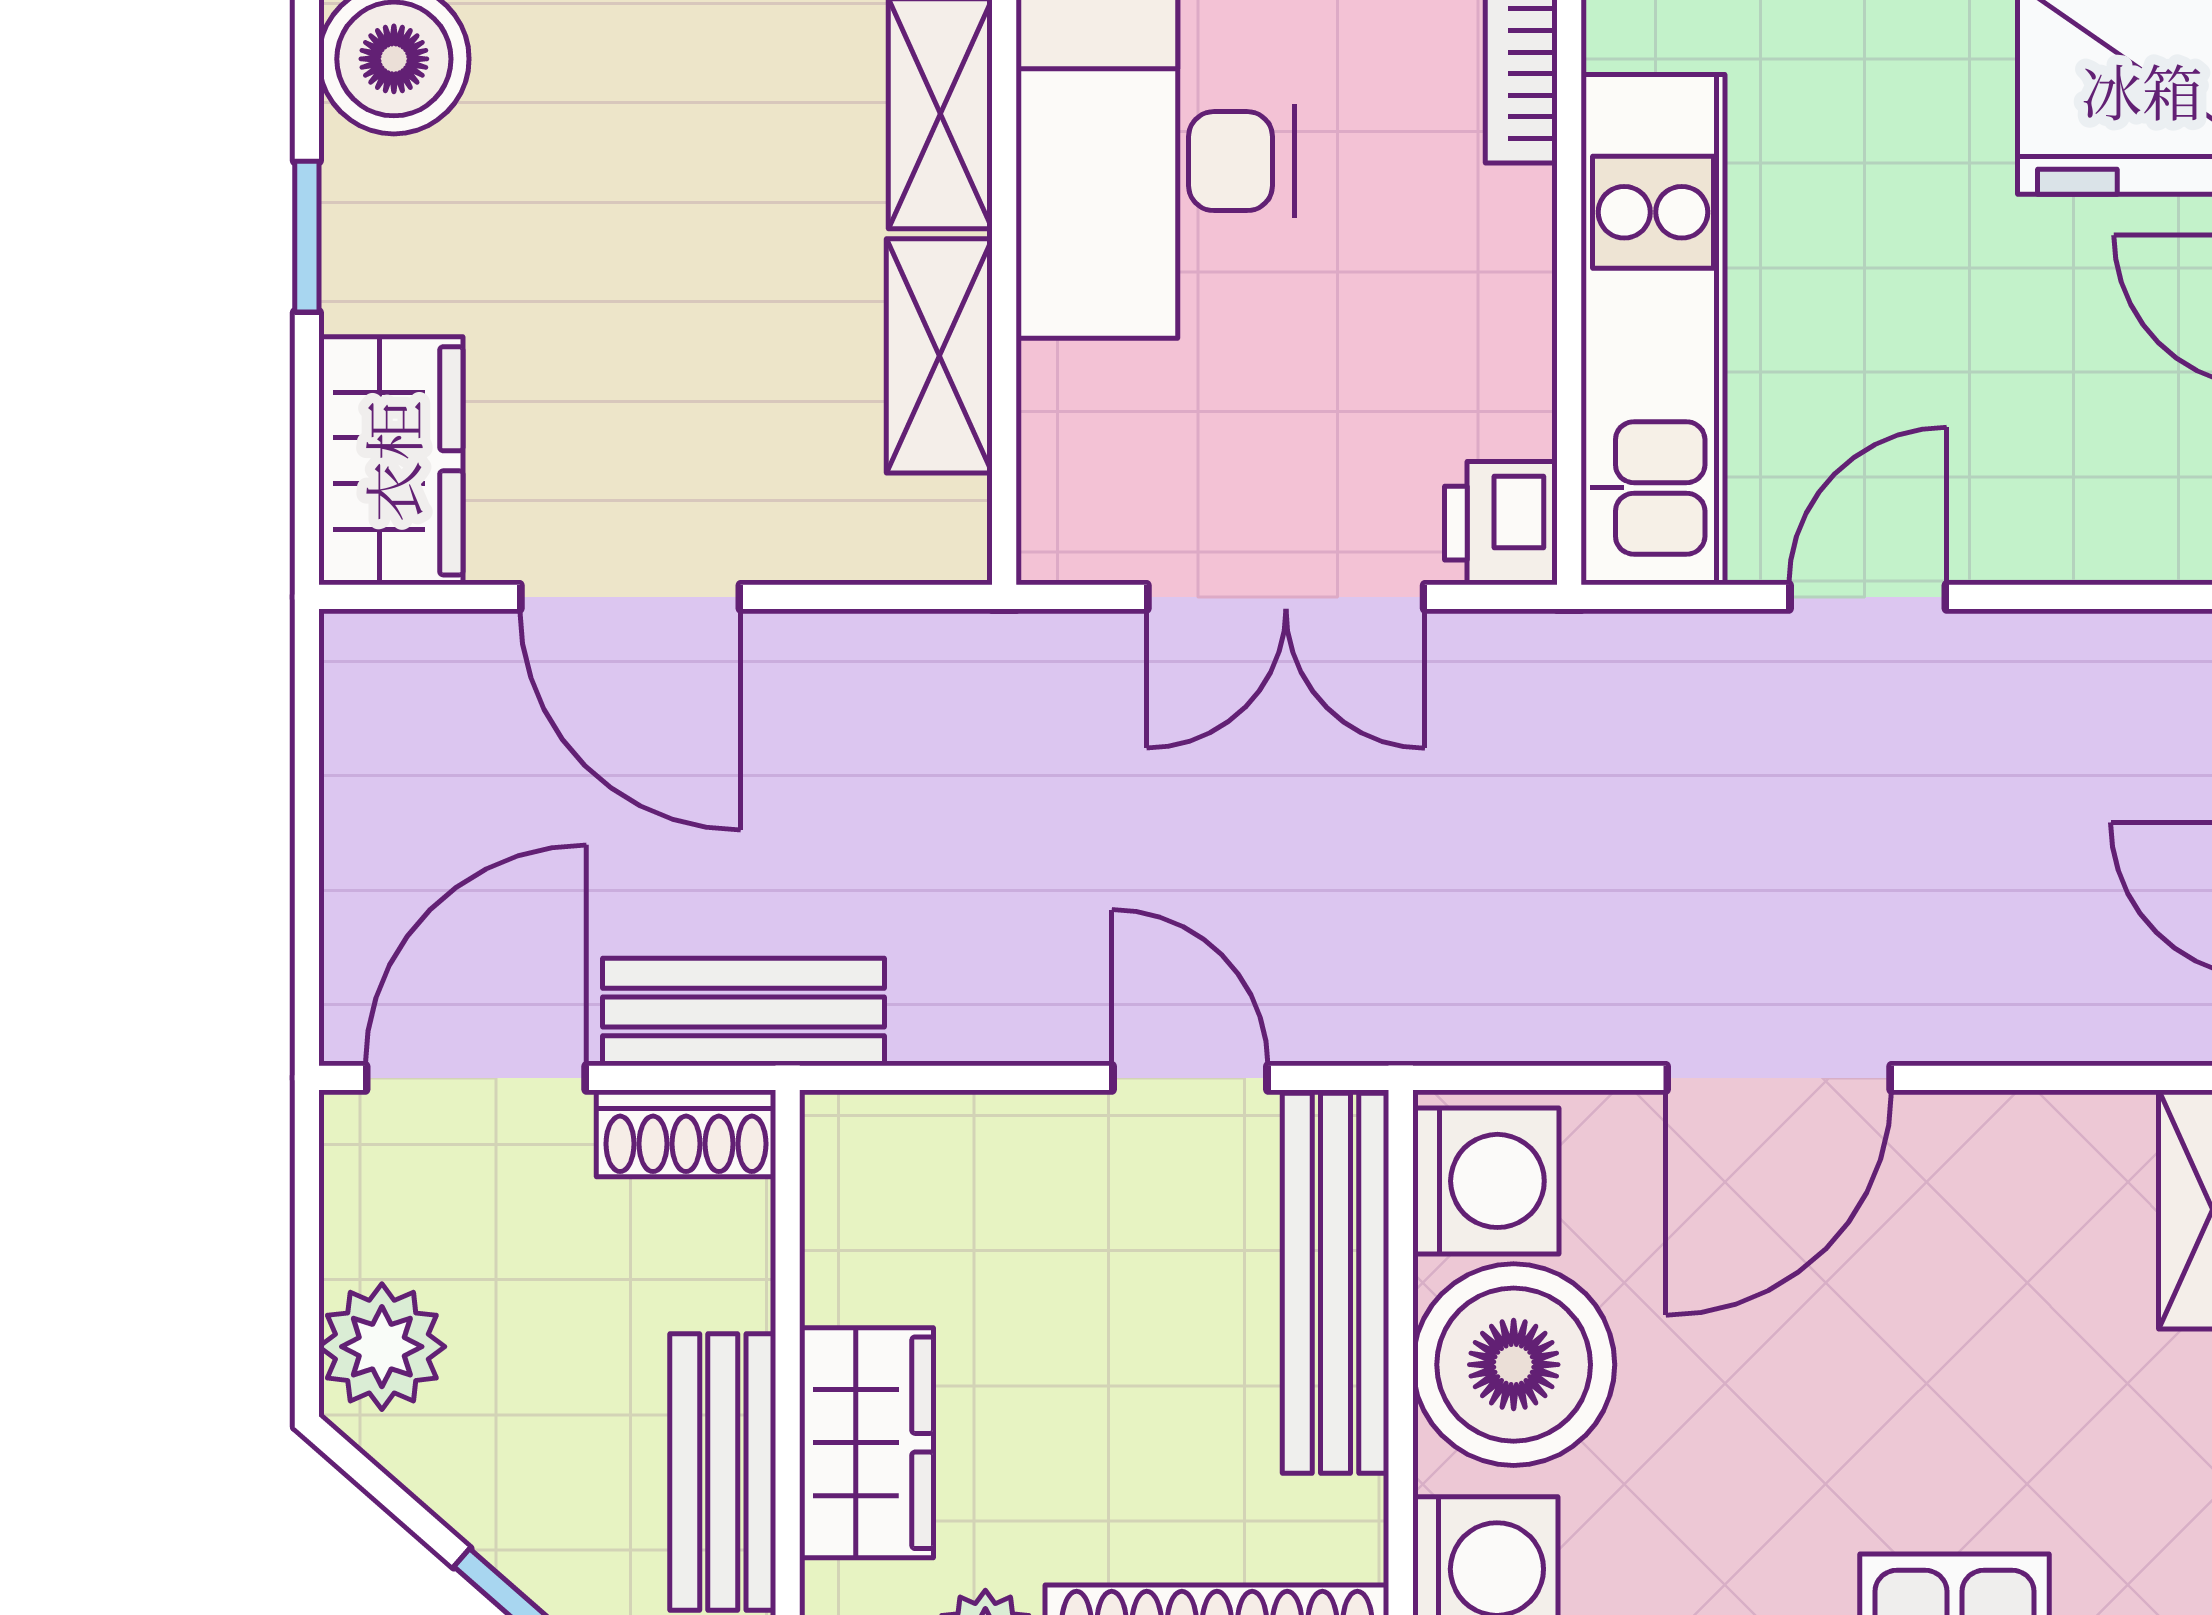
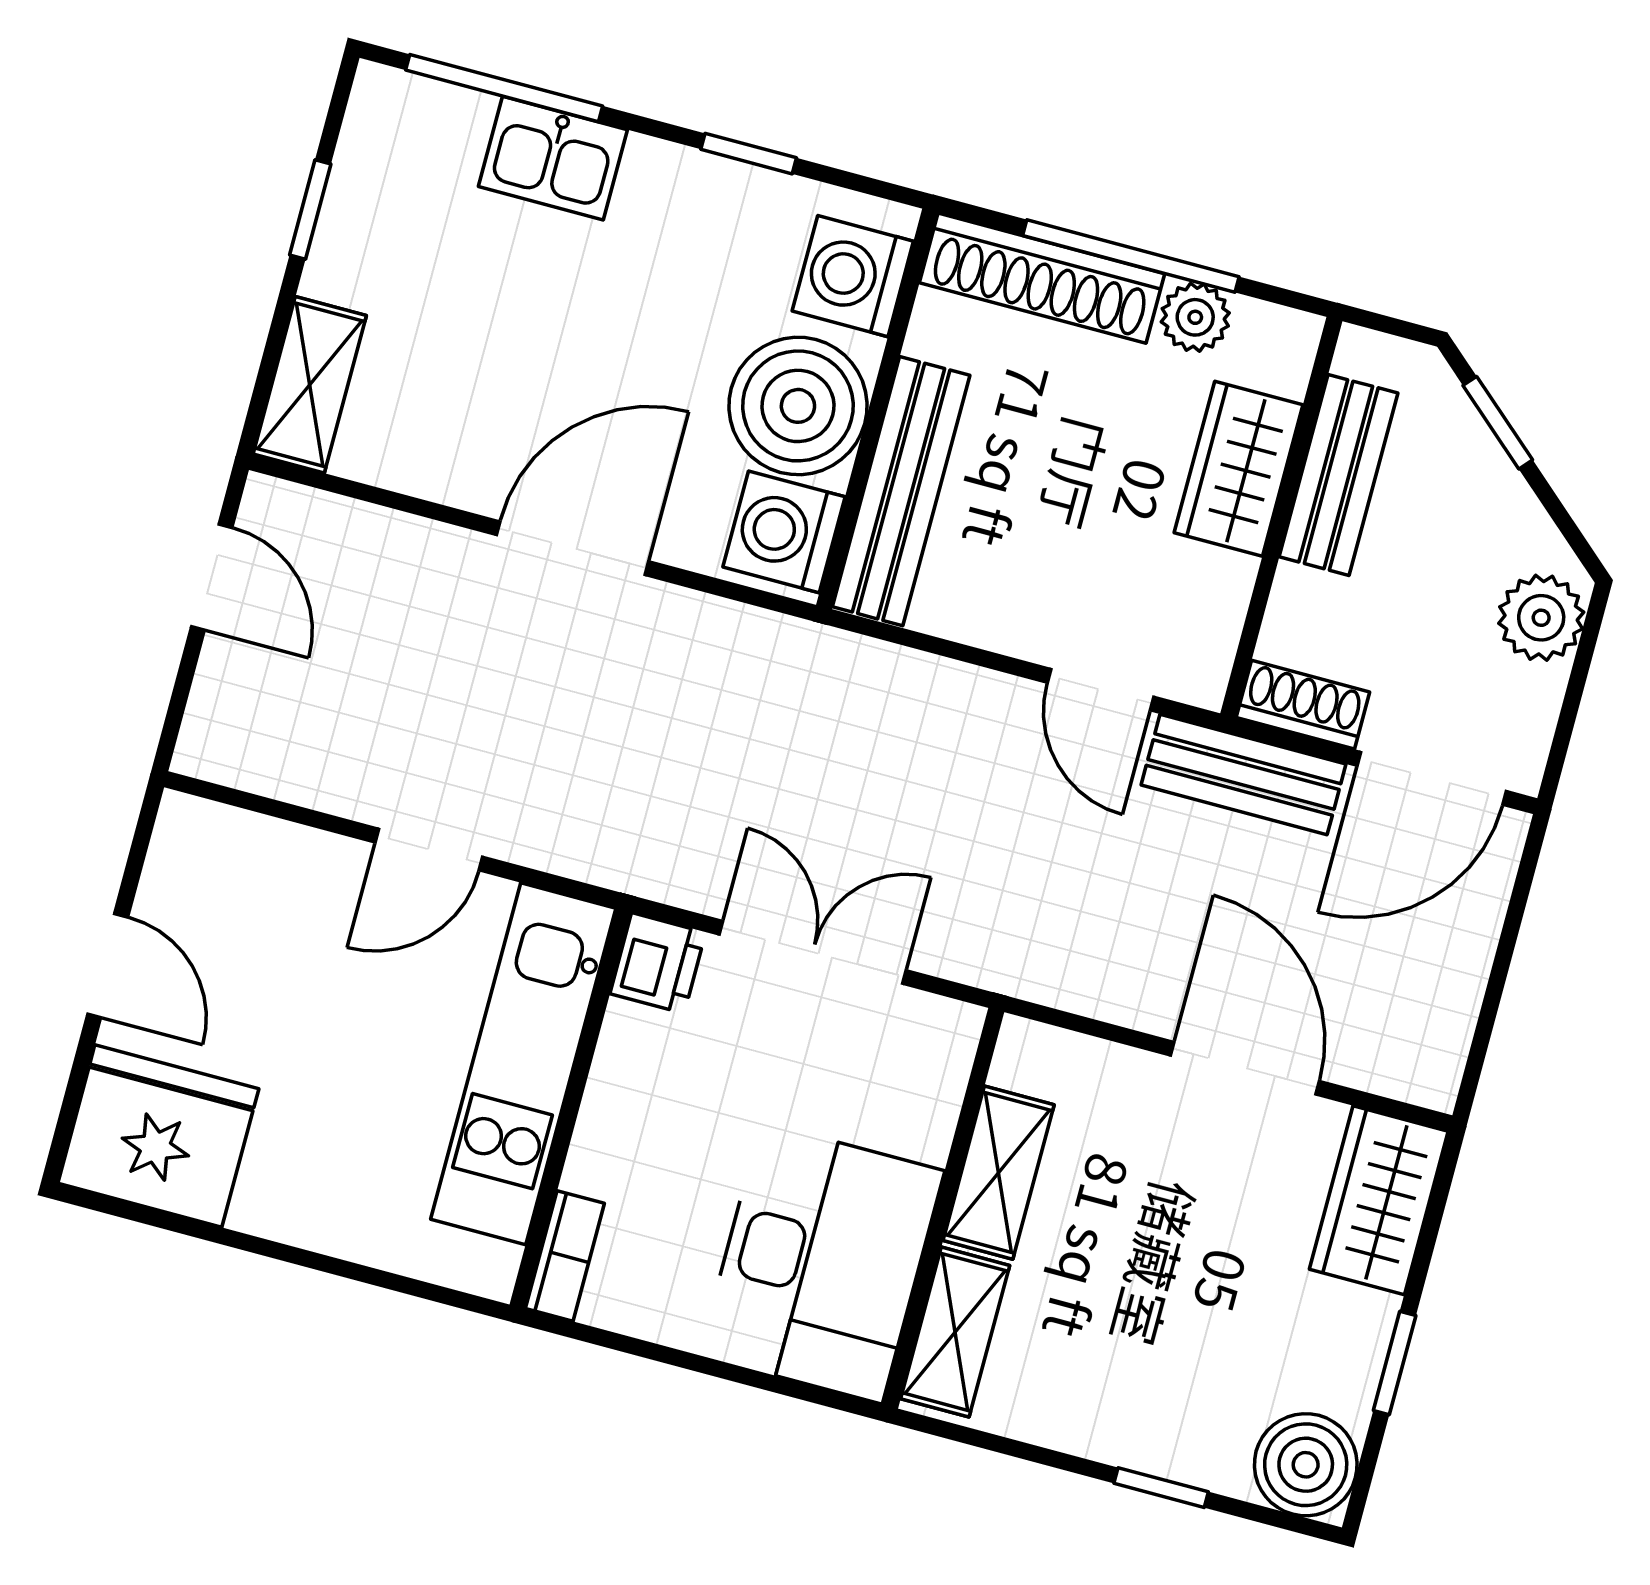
door: (1190, 1078) -> (1101, 690), moved

